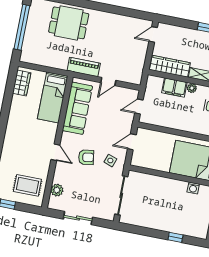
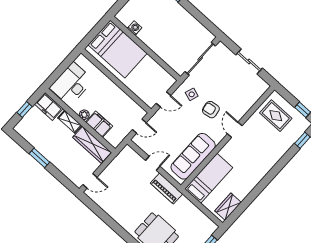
plant: (57, 190) -> (253, 96), removed

